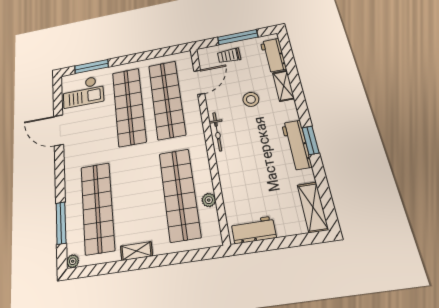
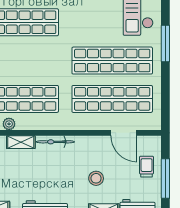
window: (91, 67) -> (165, 44), moved
bicycle: (217, 132) -> (55, 142), moved
shelving: (227, 184) -> (21, 142), added

